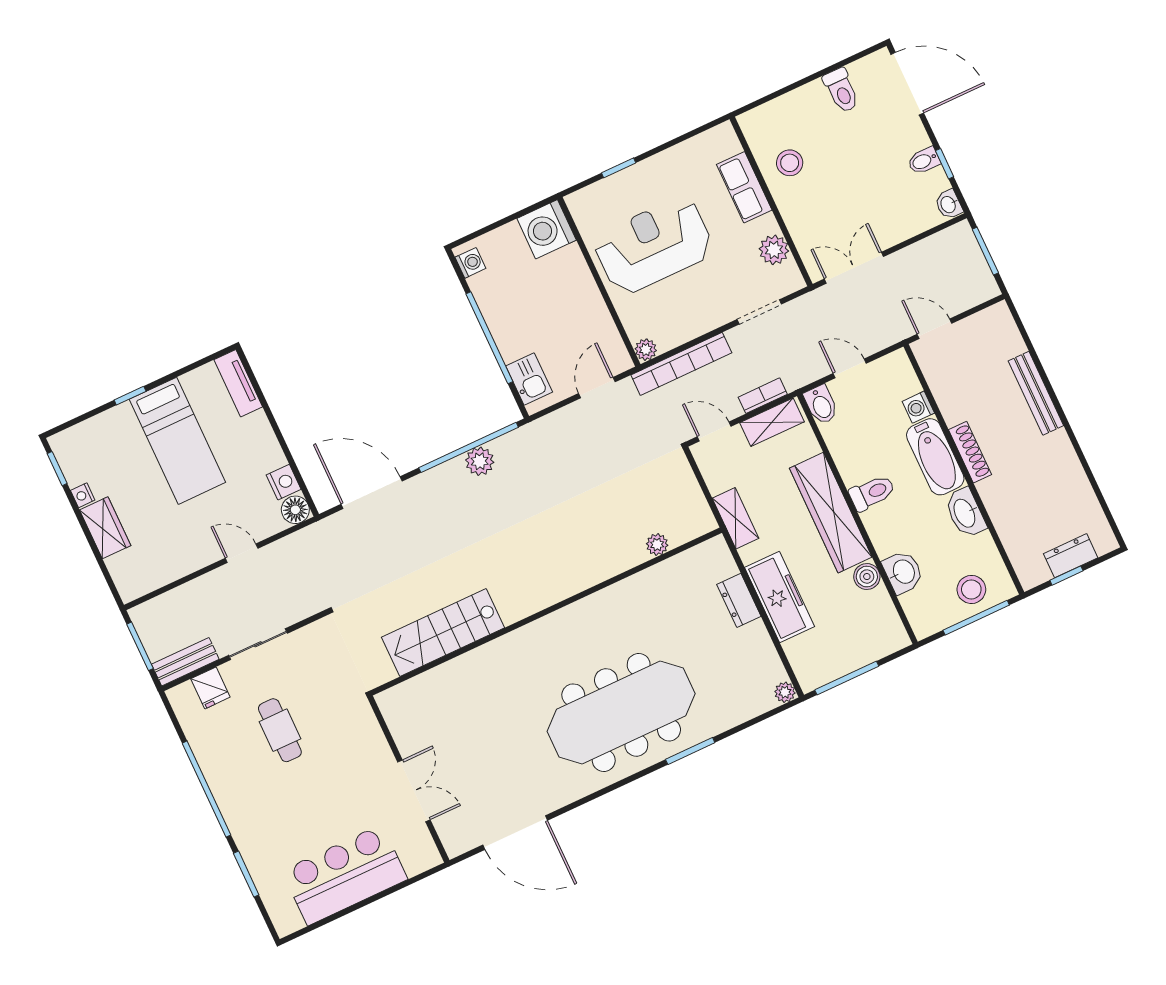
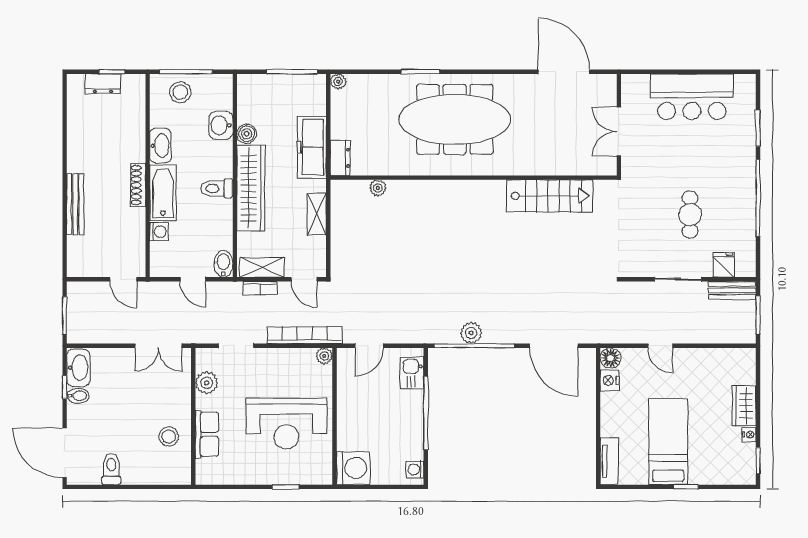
washbasin: (949, 204) -> (78, 368), width x1.91, depth x1.45
plant: (657, 545) -> (378, 188), moved
wall: (546, 612) -> (474, 178), moved
stairs: (443, 633) -> (550, 196), moved

